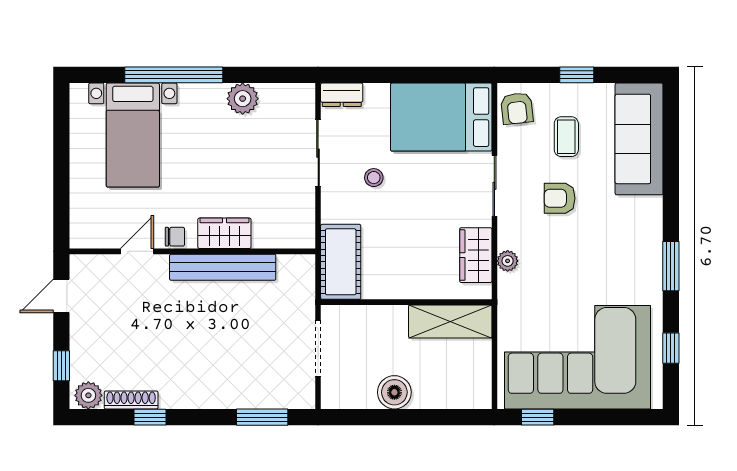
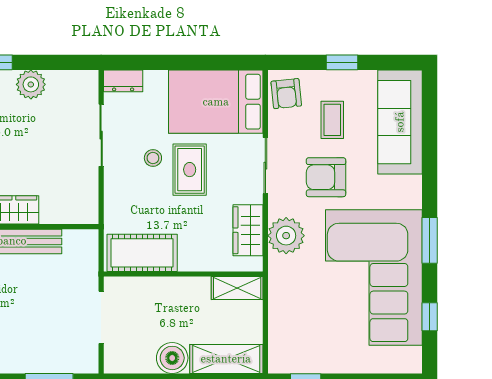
rug: (413, 190) -> (190, 170), added
armchair: (560, 198) -> (326, 177), width x1.38, depth x1.38
plant: (508, 261) -> (286, 236), width x1.88, depth x1.88
cot: (341, 262) -> (142, 253), moved, turned 90
shelving: (450, 321) -> (237, 288), width x0.67, depth x0.75
corner sofa: (577, 357) -> (374, 277), moved, turned -90
shelving: (453, 393) -> (226, 359), added

